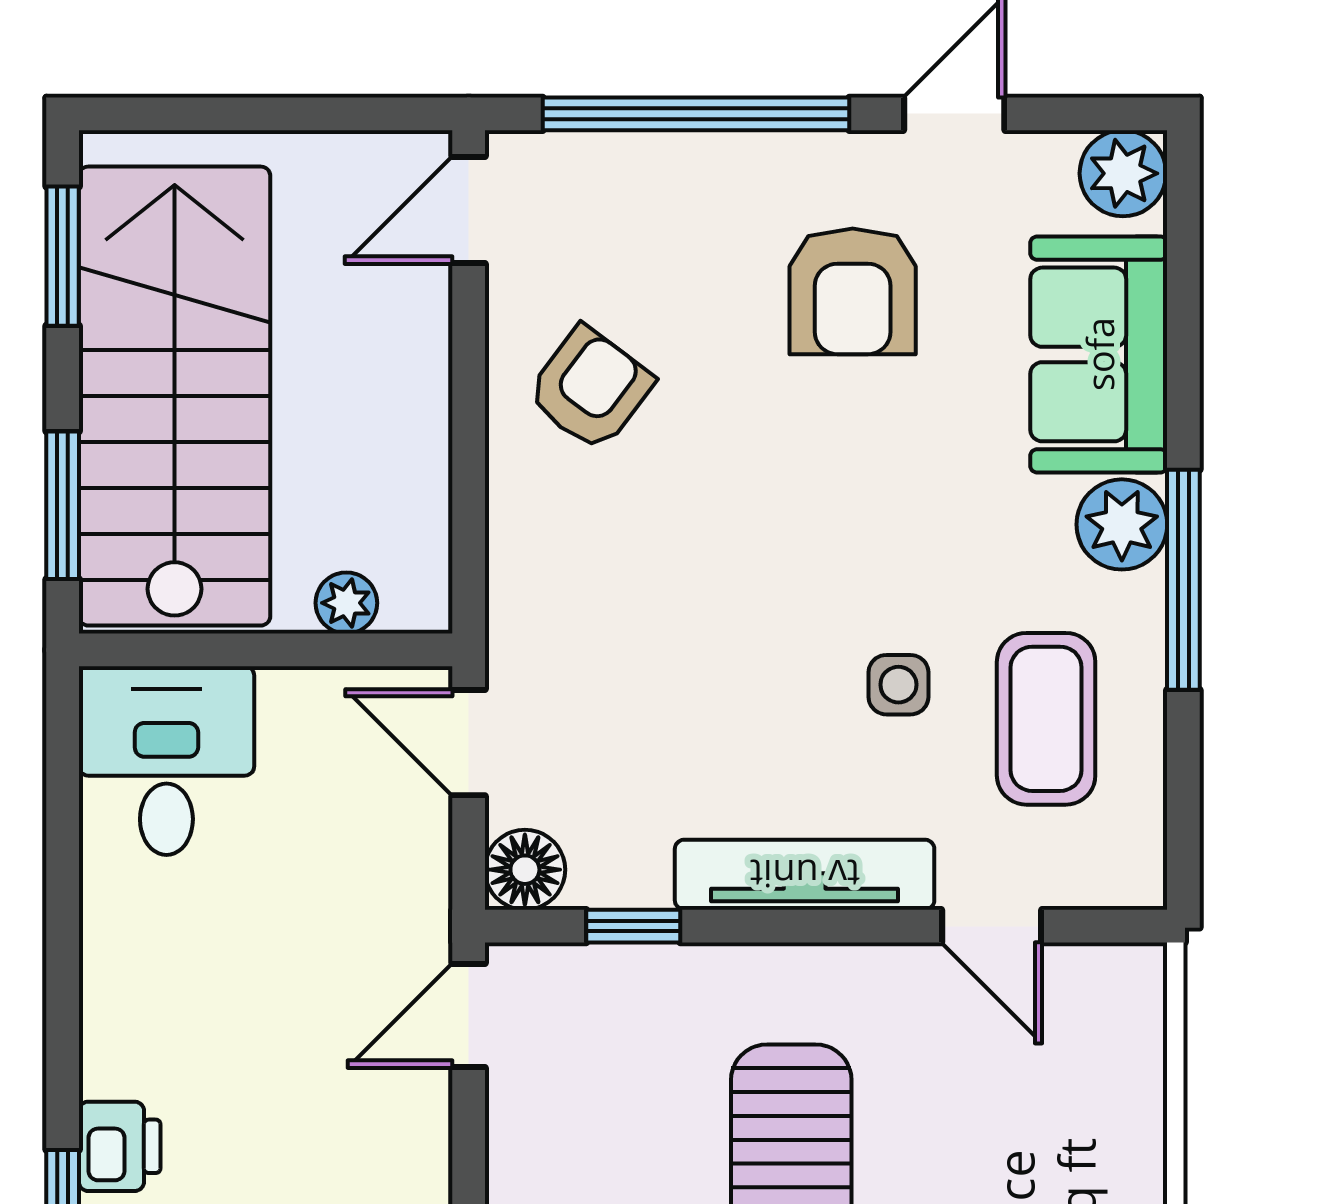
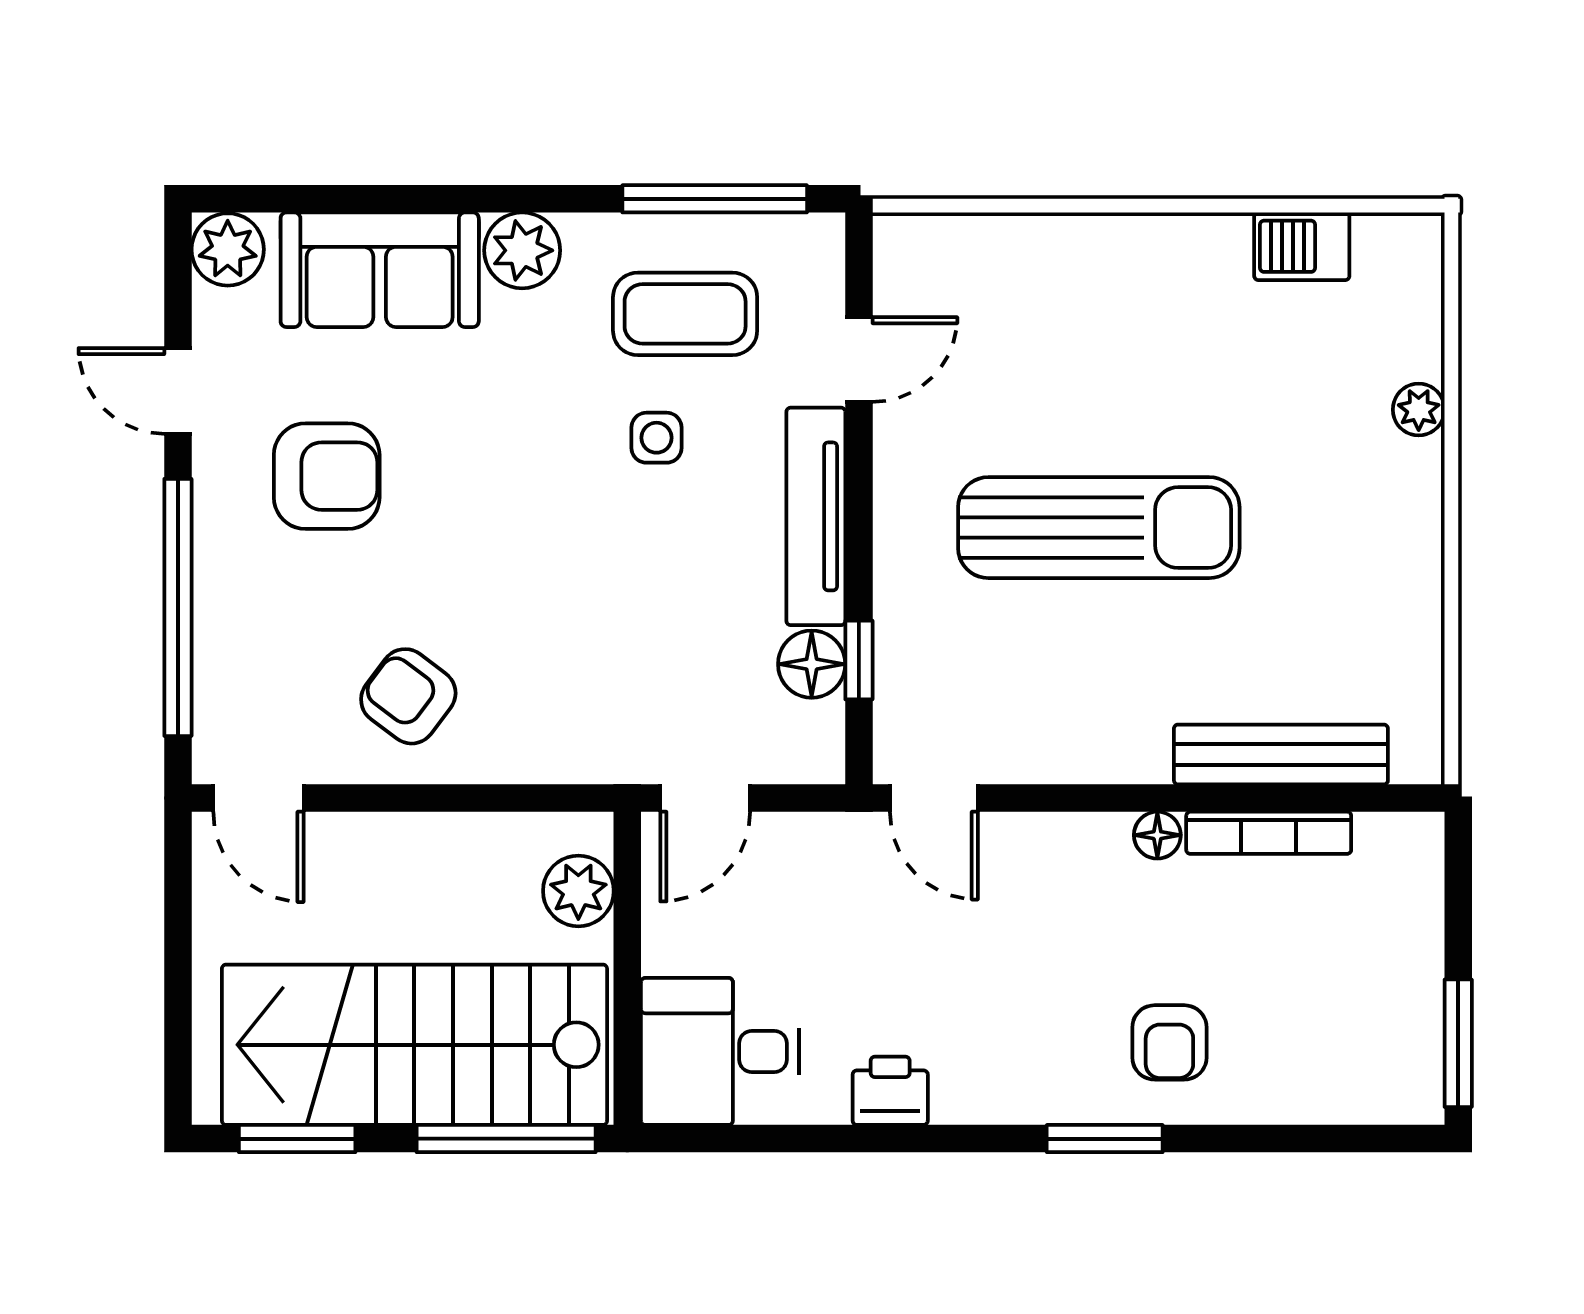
window: (63, 505) -> (506, 1139), width x1.44
window: (1183, 580) -> (715, 199), moved
plant: (346, 603) -> (578, 891), width x1.38, depth x1.38
floor lamp: (525, 870) -> (812, 664), moved
printer: (120, 1146) -> (890, 1091), moved

